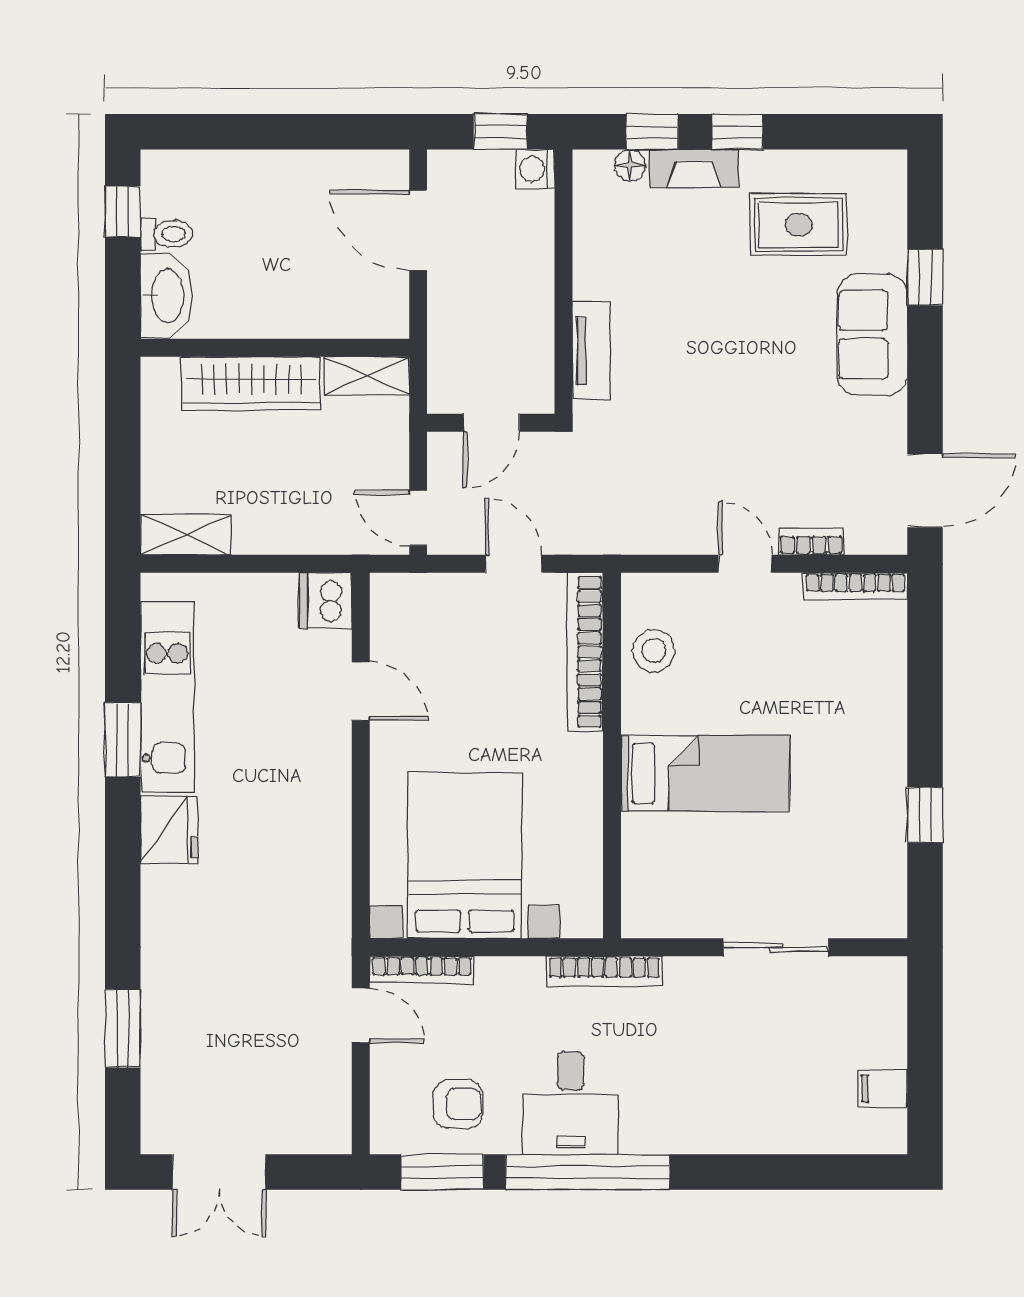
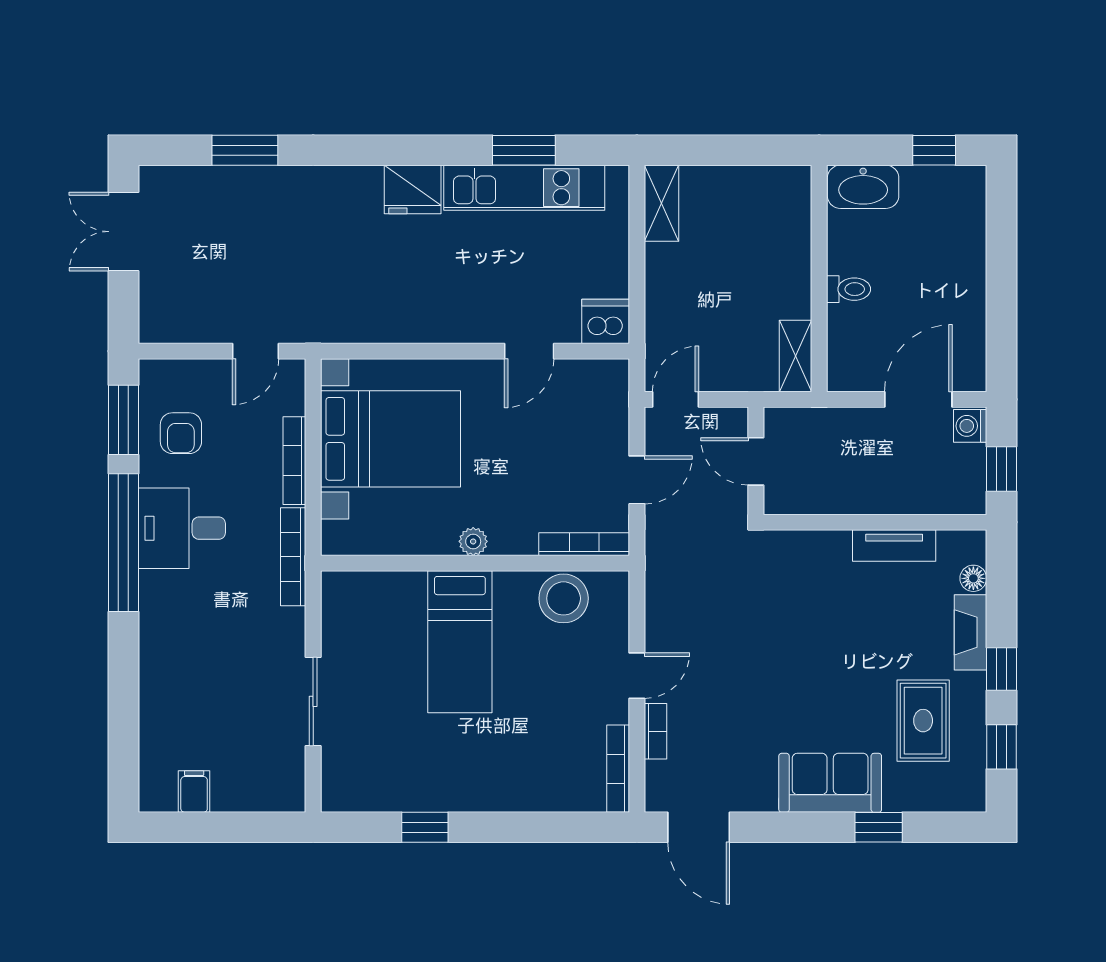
window: (652, 132) -> (1001, 747), moved
washing machine: (535, 169) -> (970, 426), moved, turned -90
toilet: (166, 234) -> (849, 289), moved, turned -90
tv unit: (591, 351) -> (894, 545), moved
wardrobe: (251, 383) -> (789, 259), removed
stool: (654, 651) -> (564, 598), width x1.38, depth x1.38
bookcase: (585, 652) -> (584, 544), width x0.68, depth x0.76
window: (123, 740) -> (524, 150), moved
plant: (586, 758) -> (473, 541), added
bookcase: (422, 969) -> (294, 461), moved

